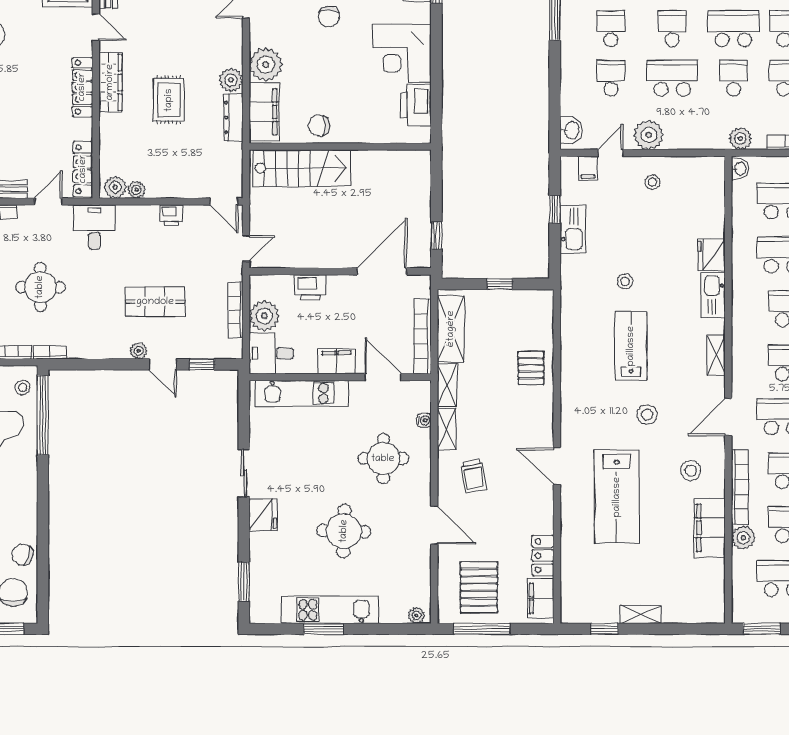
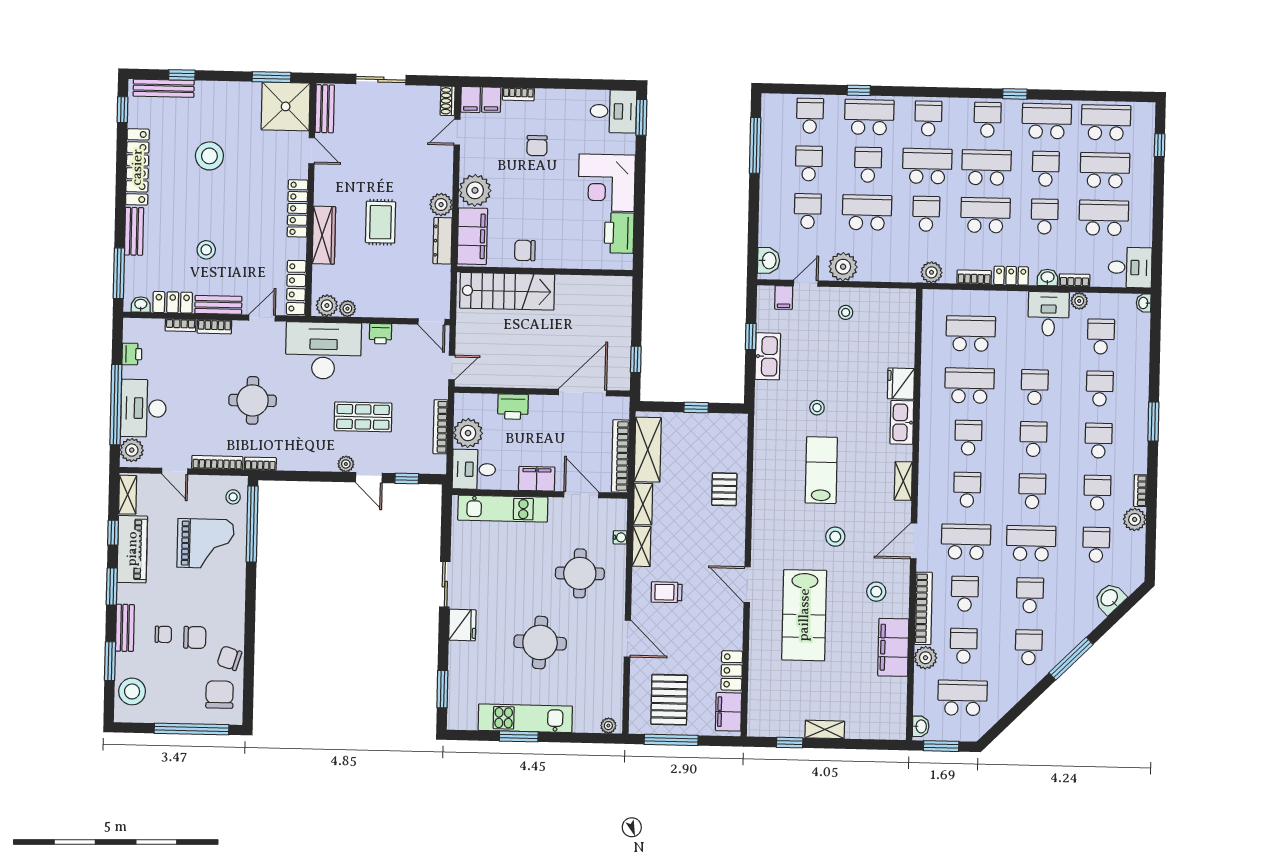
wardrobe: (110, 82) -> (324, 235), moved
washbasin: (740, 169) -> (921, 726), moved
desk: (94, 227) -> (323, 351), width x1.87, depth x1.30
trolley: (474, 476) -> (667, 592), turned 99

